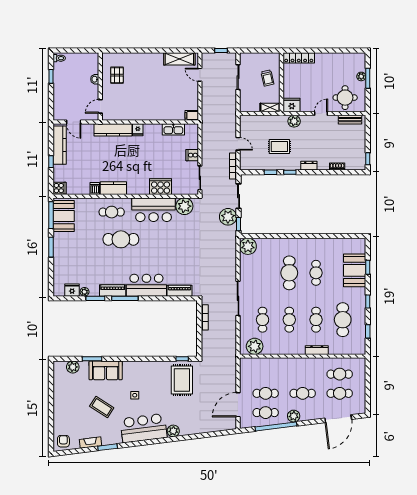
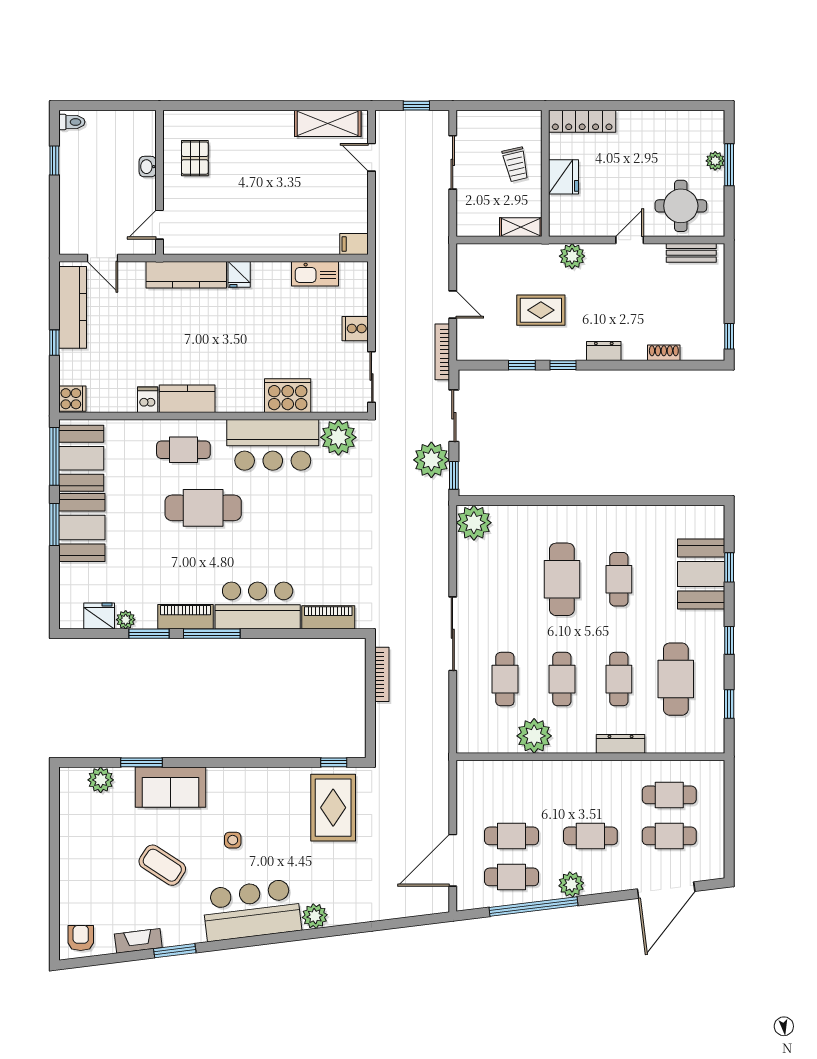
fridge: (292, 105) -> (563, 177), moved, turned 90
booth: (64, 249) -> (82, 527), added
plant: (255, 346) -> (534, 736), moved

